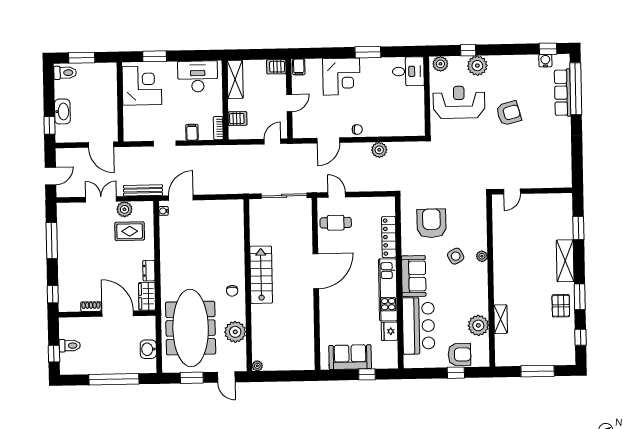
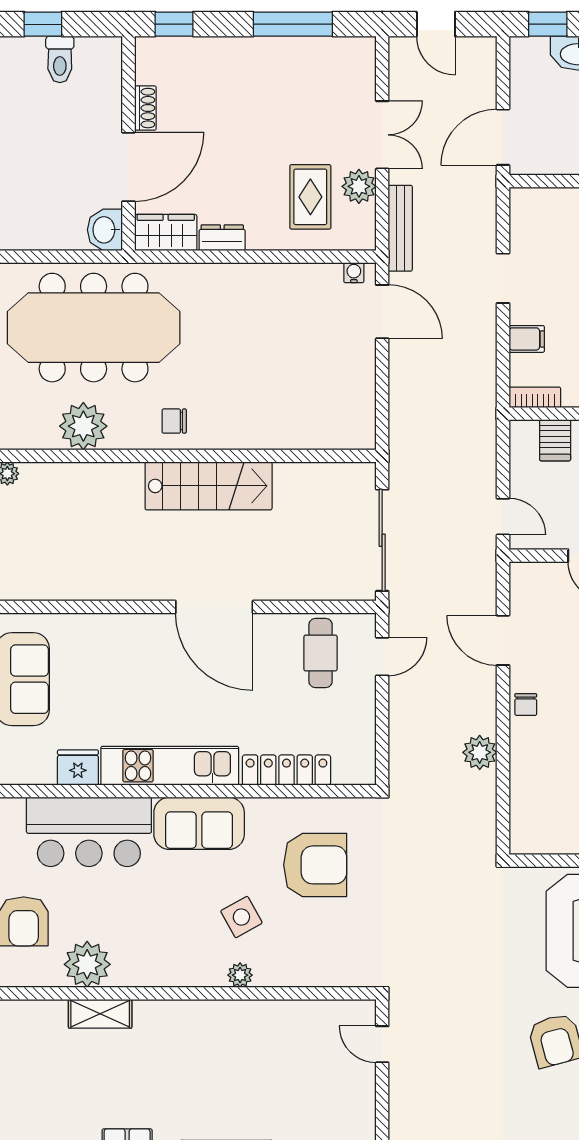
washbasin: (148, 349) -> (105, 230), moved, turned -90

